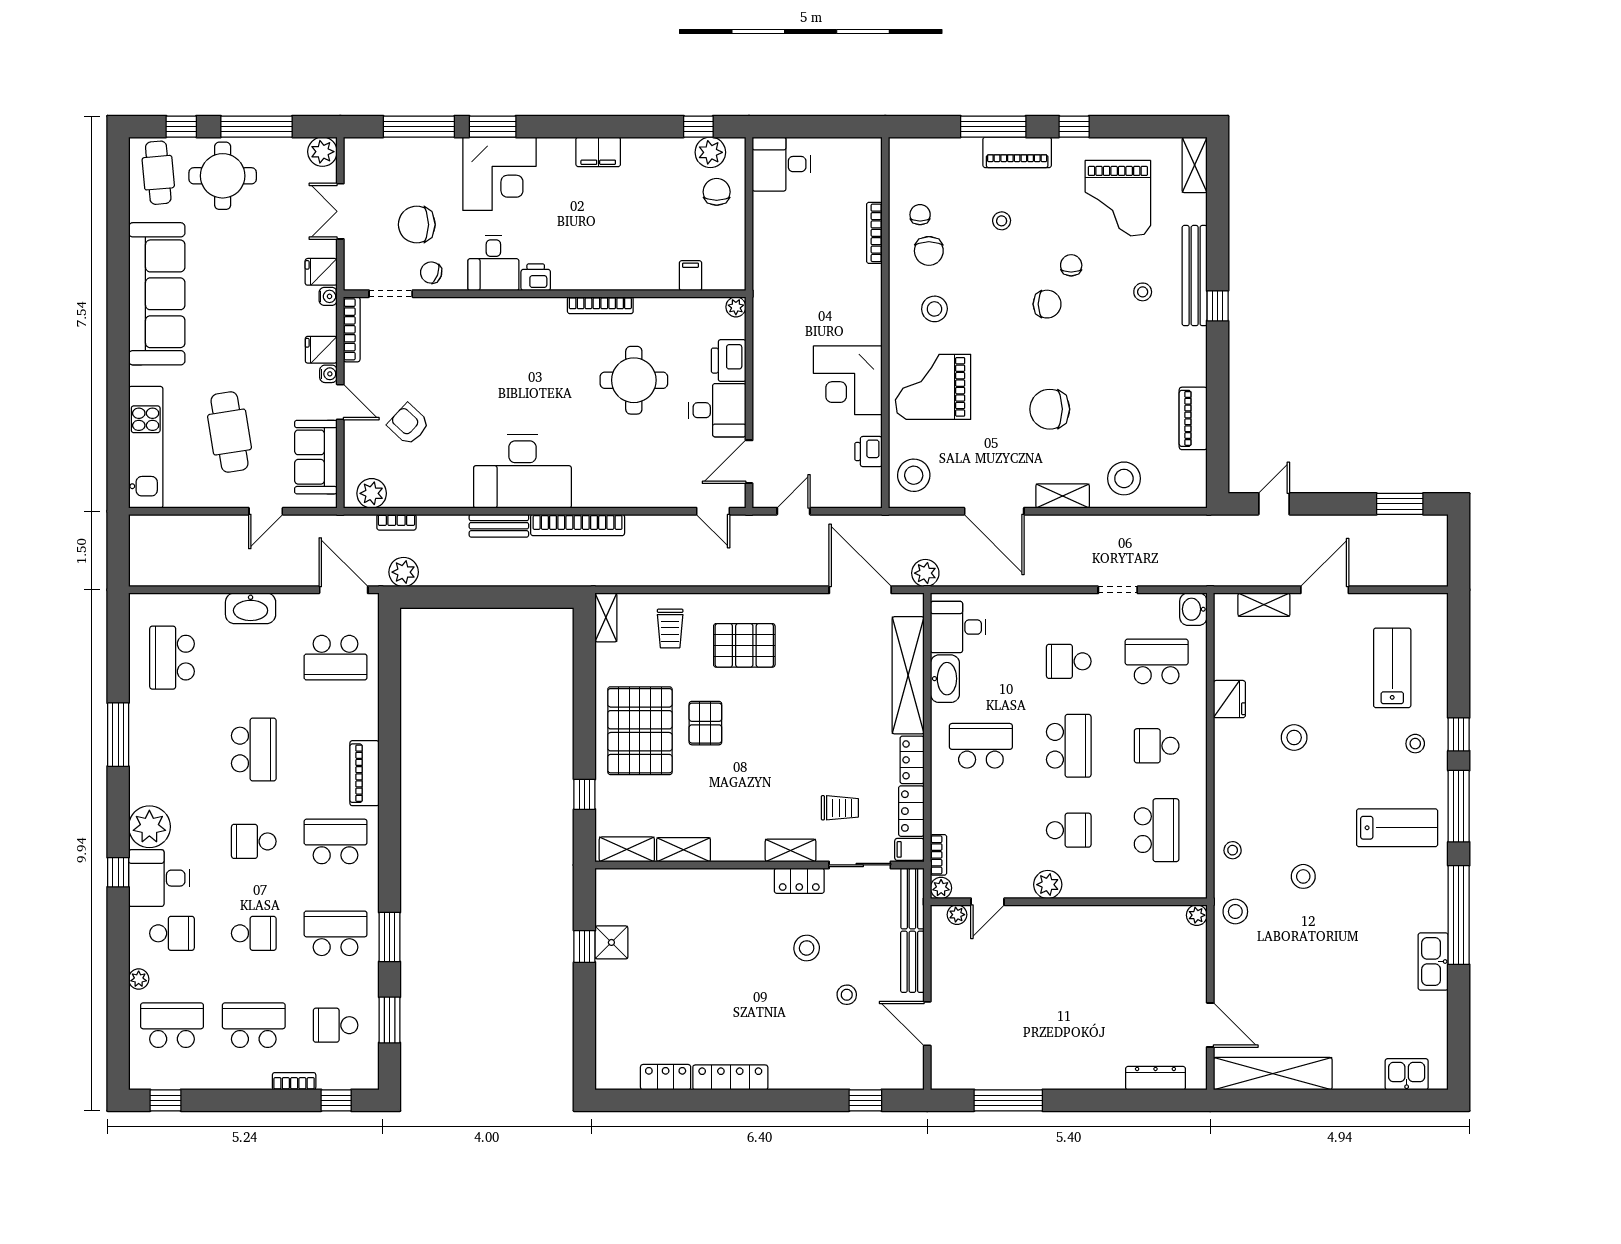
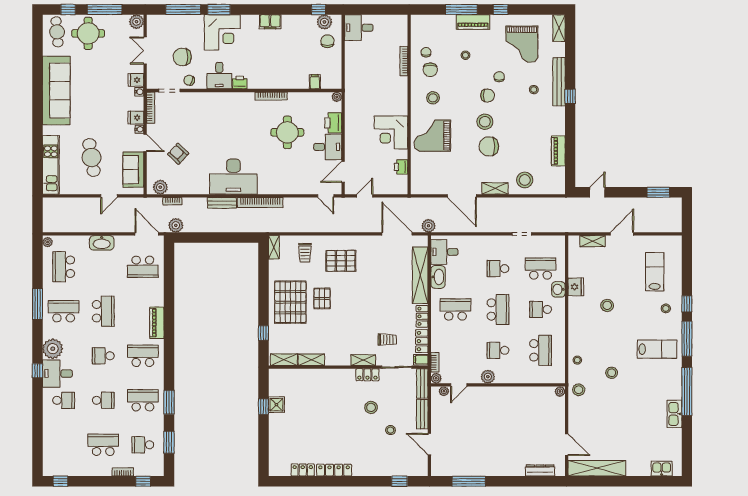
stool: (914, 475) -> (485, 122), moved
washbasin: (1193, 609) -> (558, 289), moved
school desk: (1069, 830) -> (498, 350), turned 180
plant: (139, 979) -> (47, 242), moved
school desk: (172, 1025) -> (64, 311), moved

